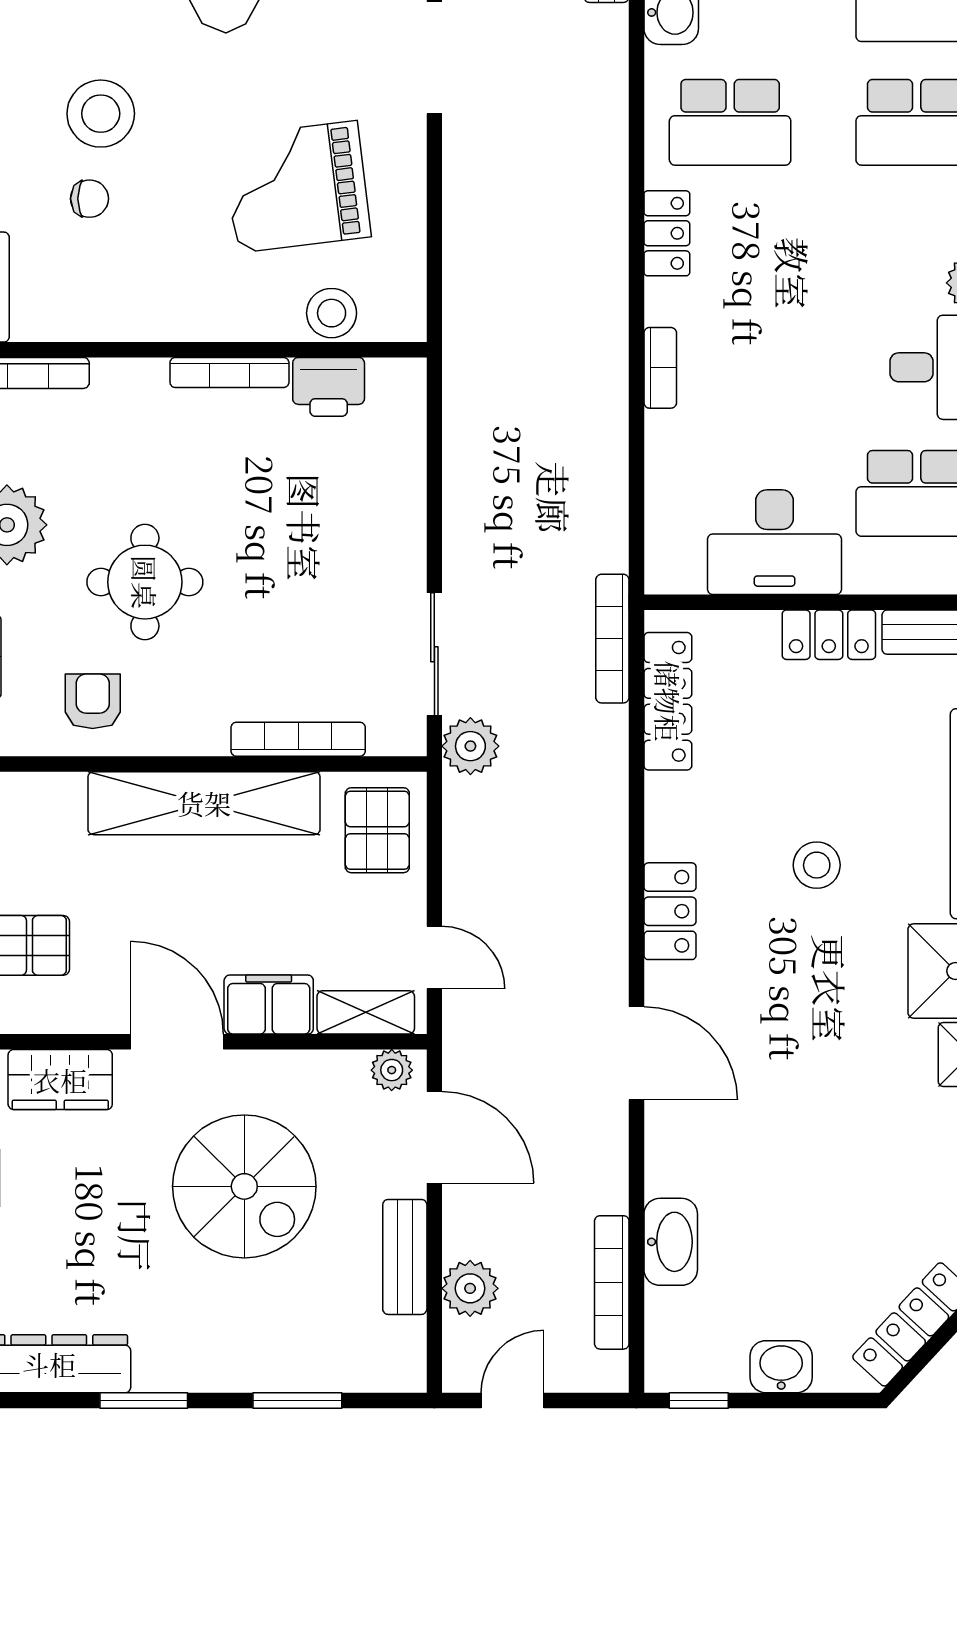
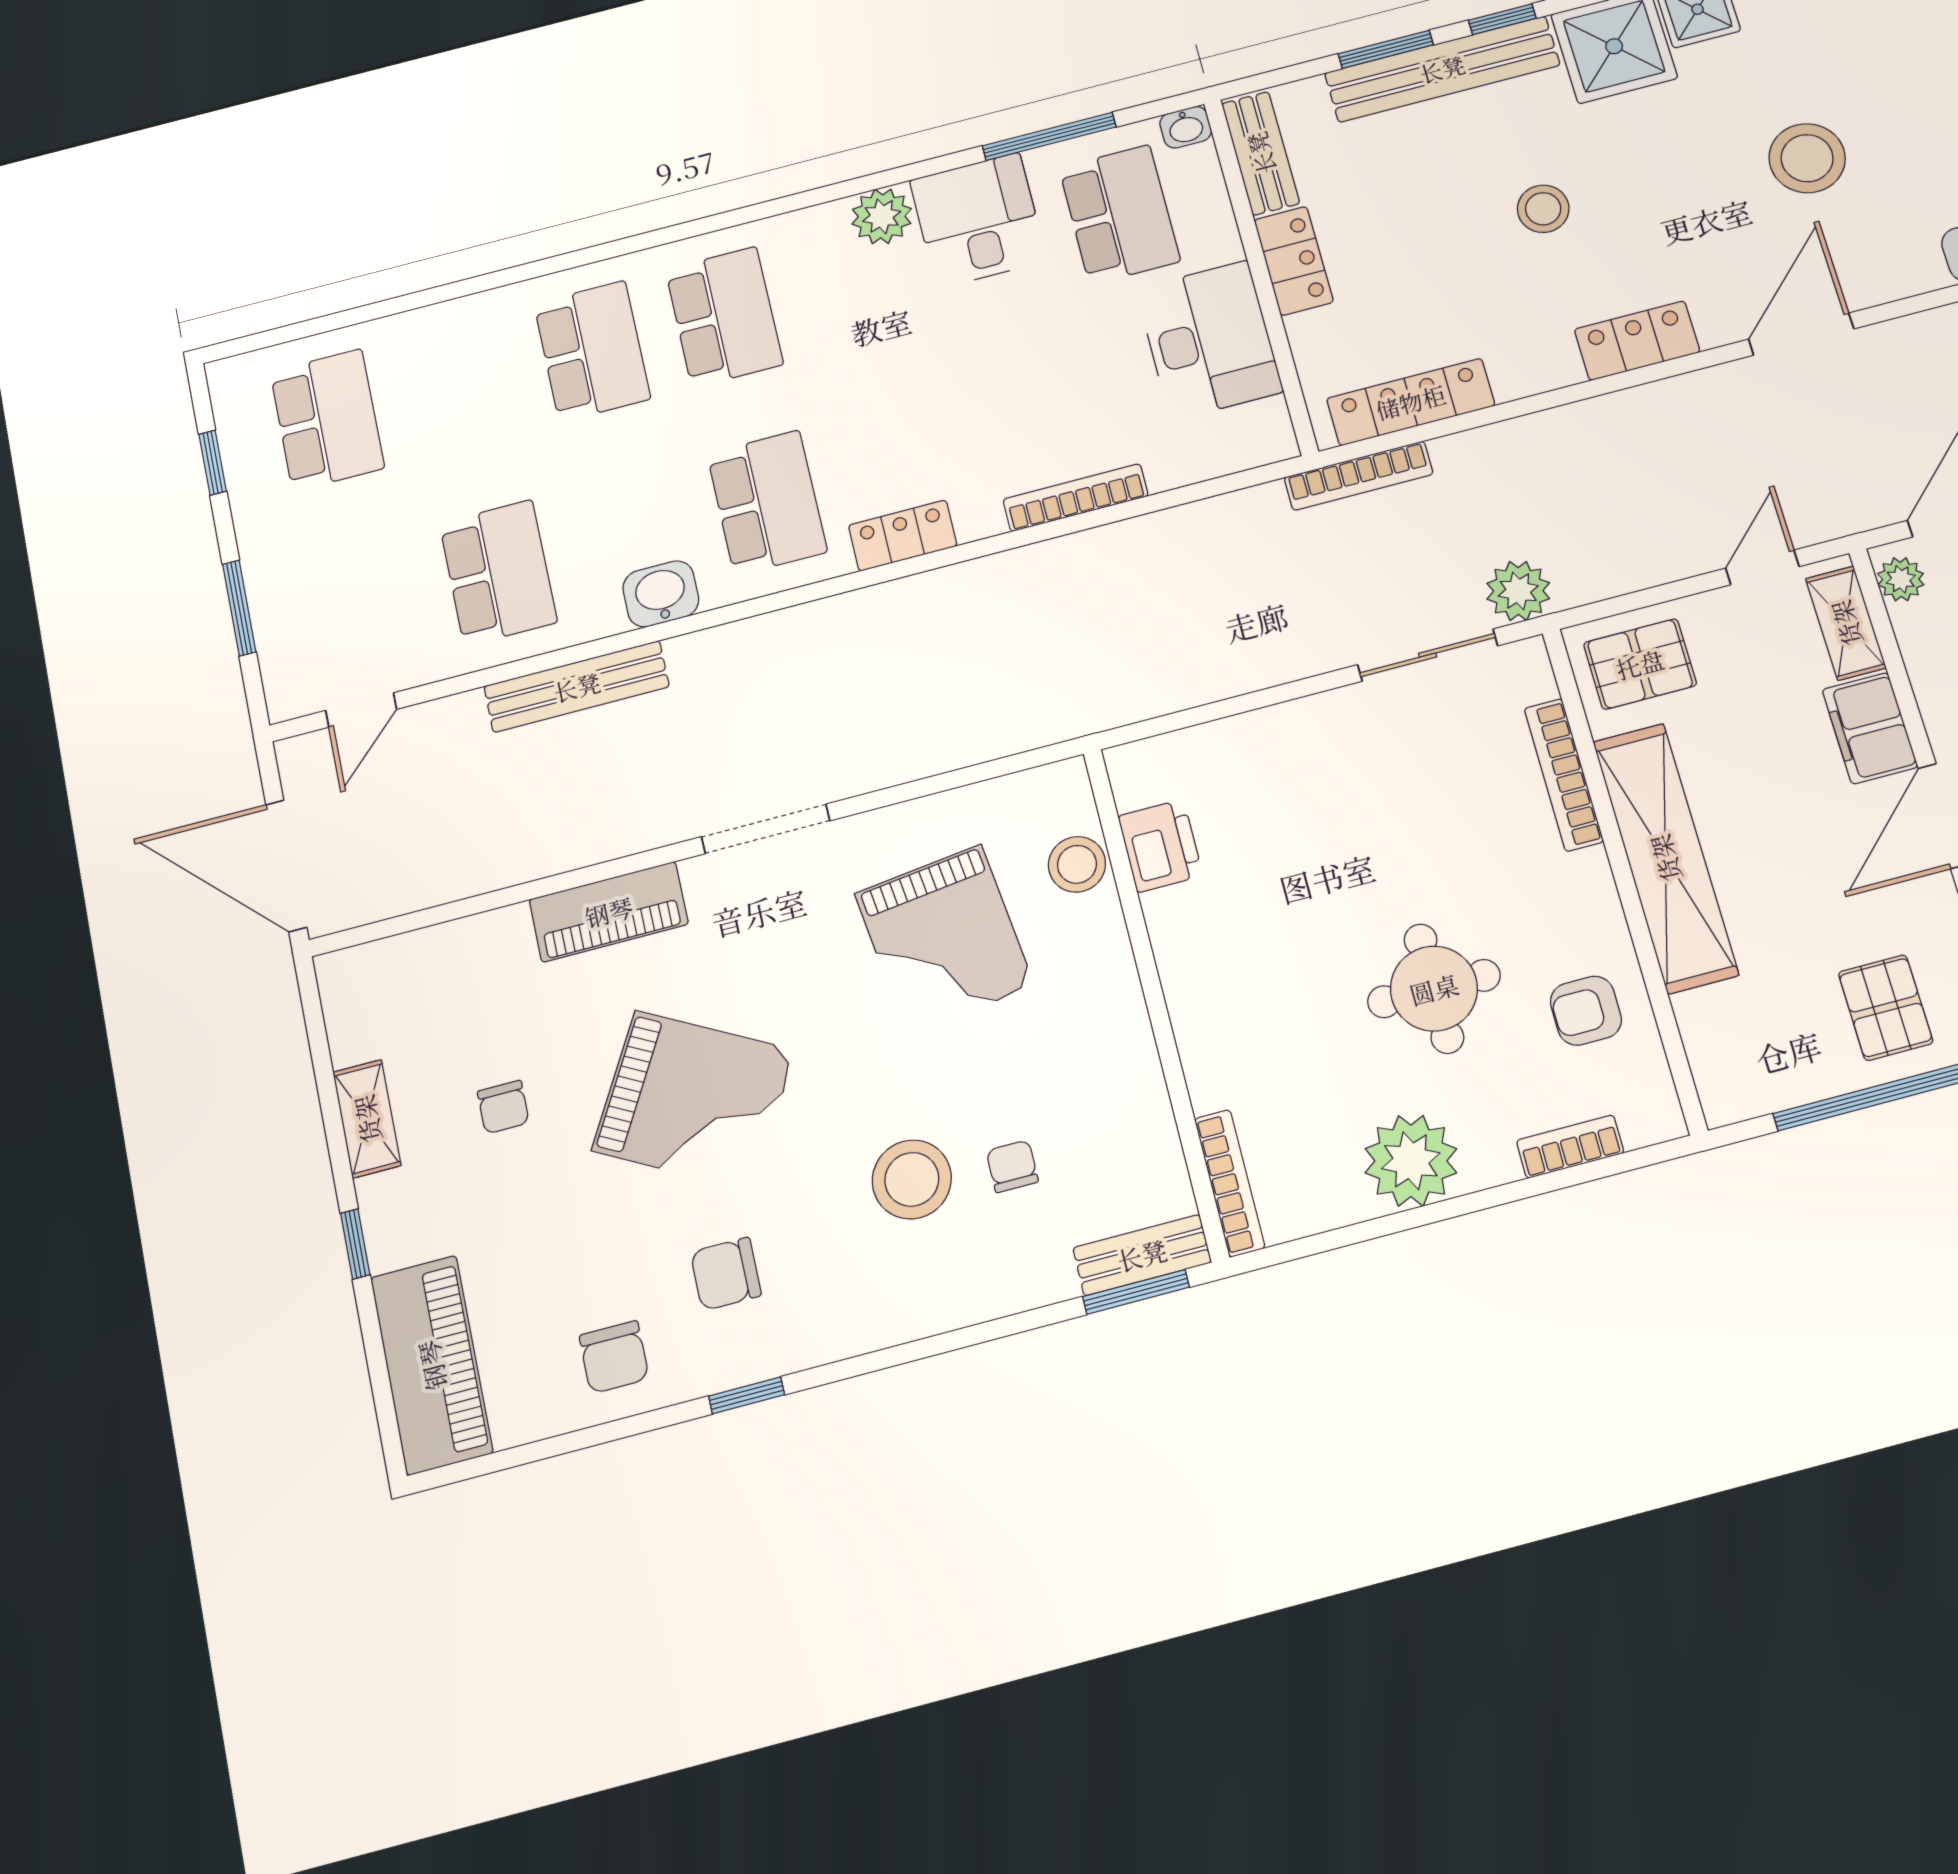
bookcase: (660, 368) -> (1076, 498), width x1.56
bookcase: (229, 372) -> (1172, 958), removed
stool: (800, 1108) -> (1807, 158), added

